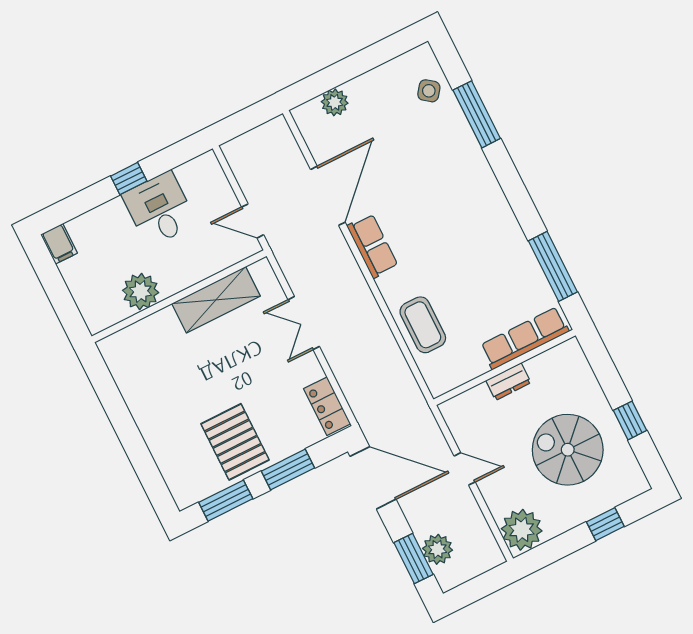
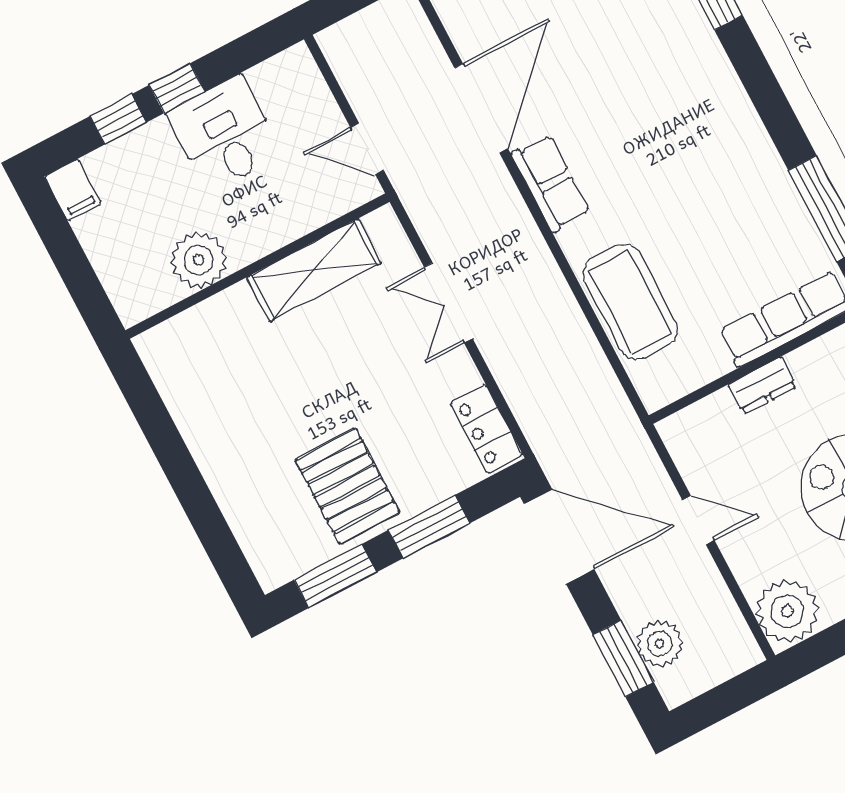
window: (90, 198) -> (118, 119), added
coffee table: (423, 325) -> (630, 302), width x1.36, depth x1.32

